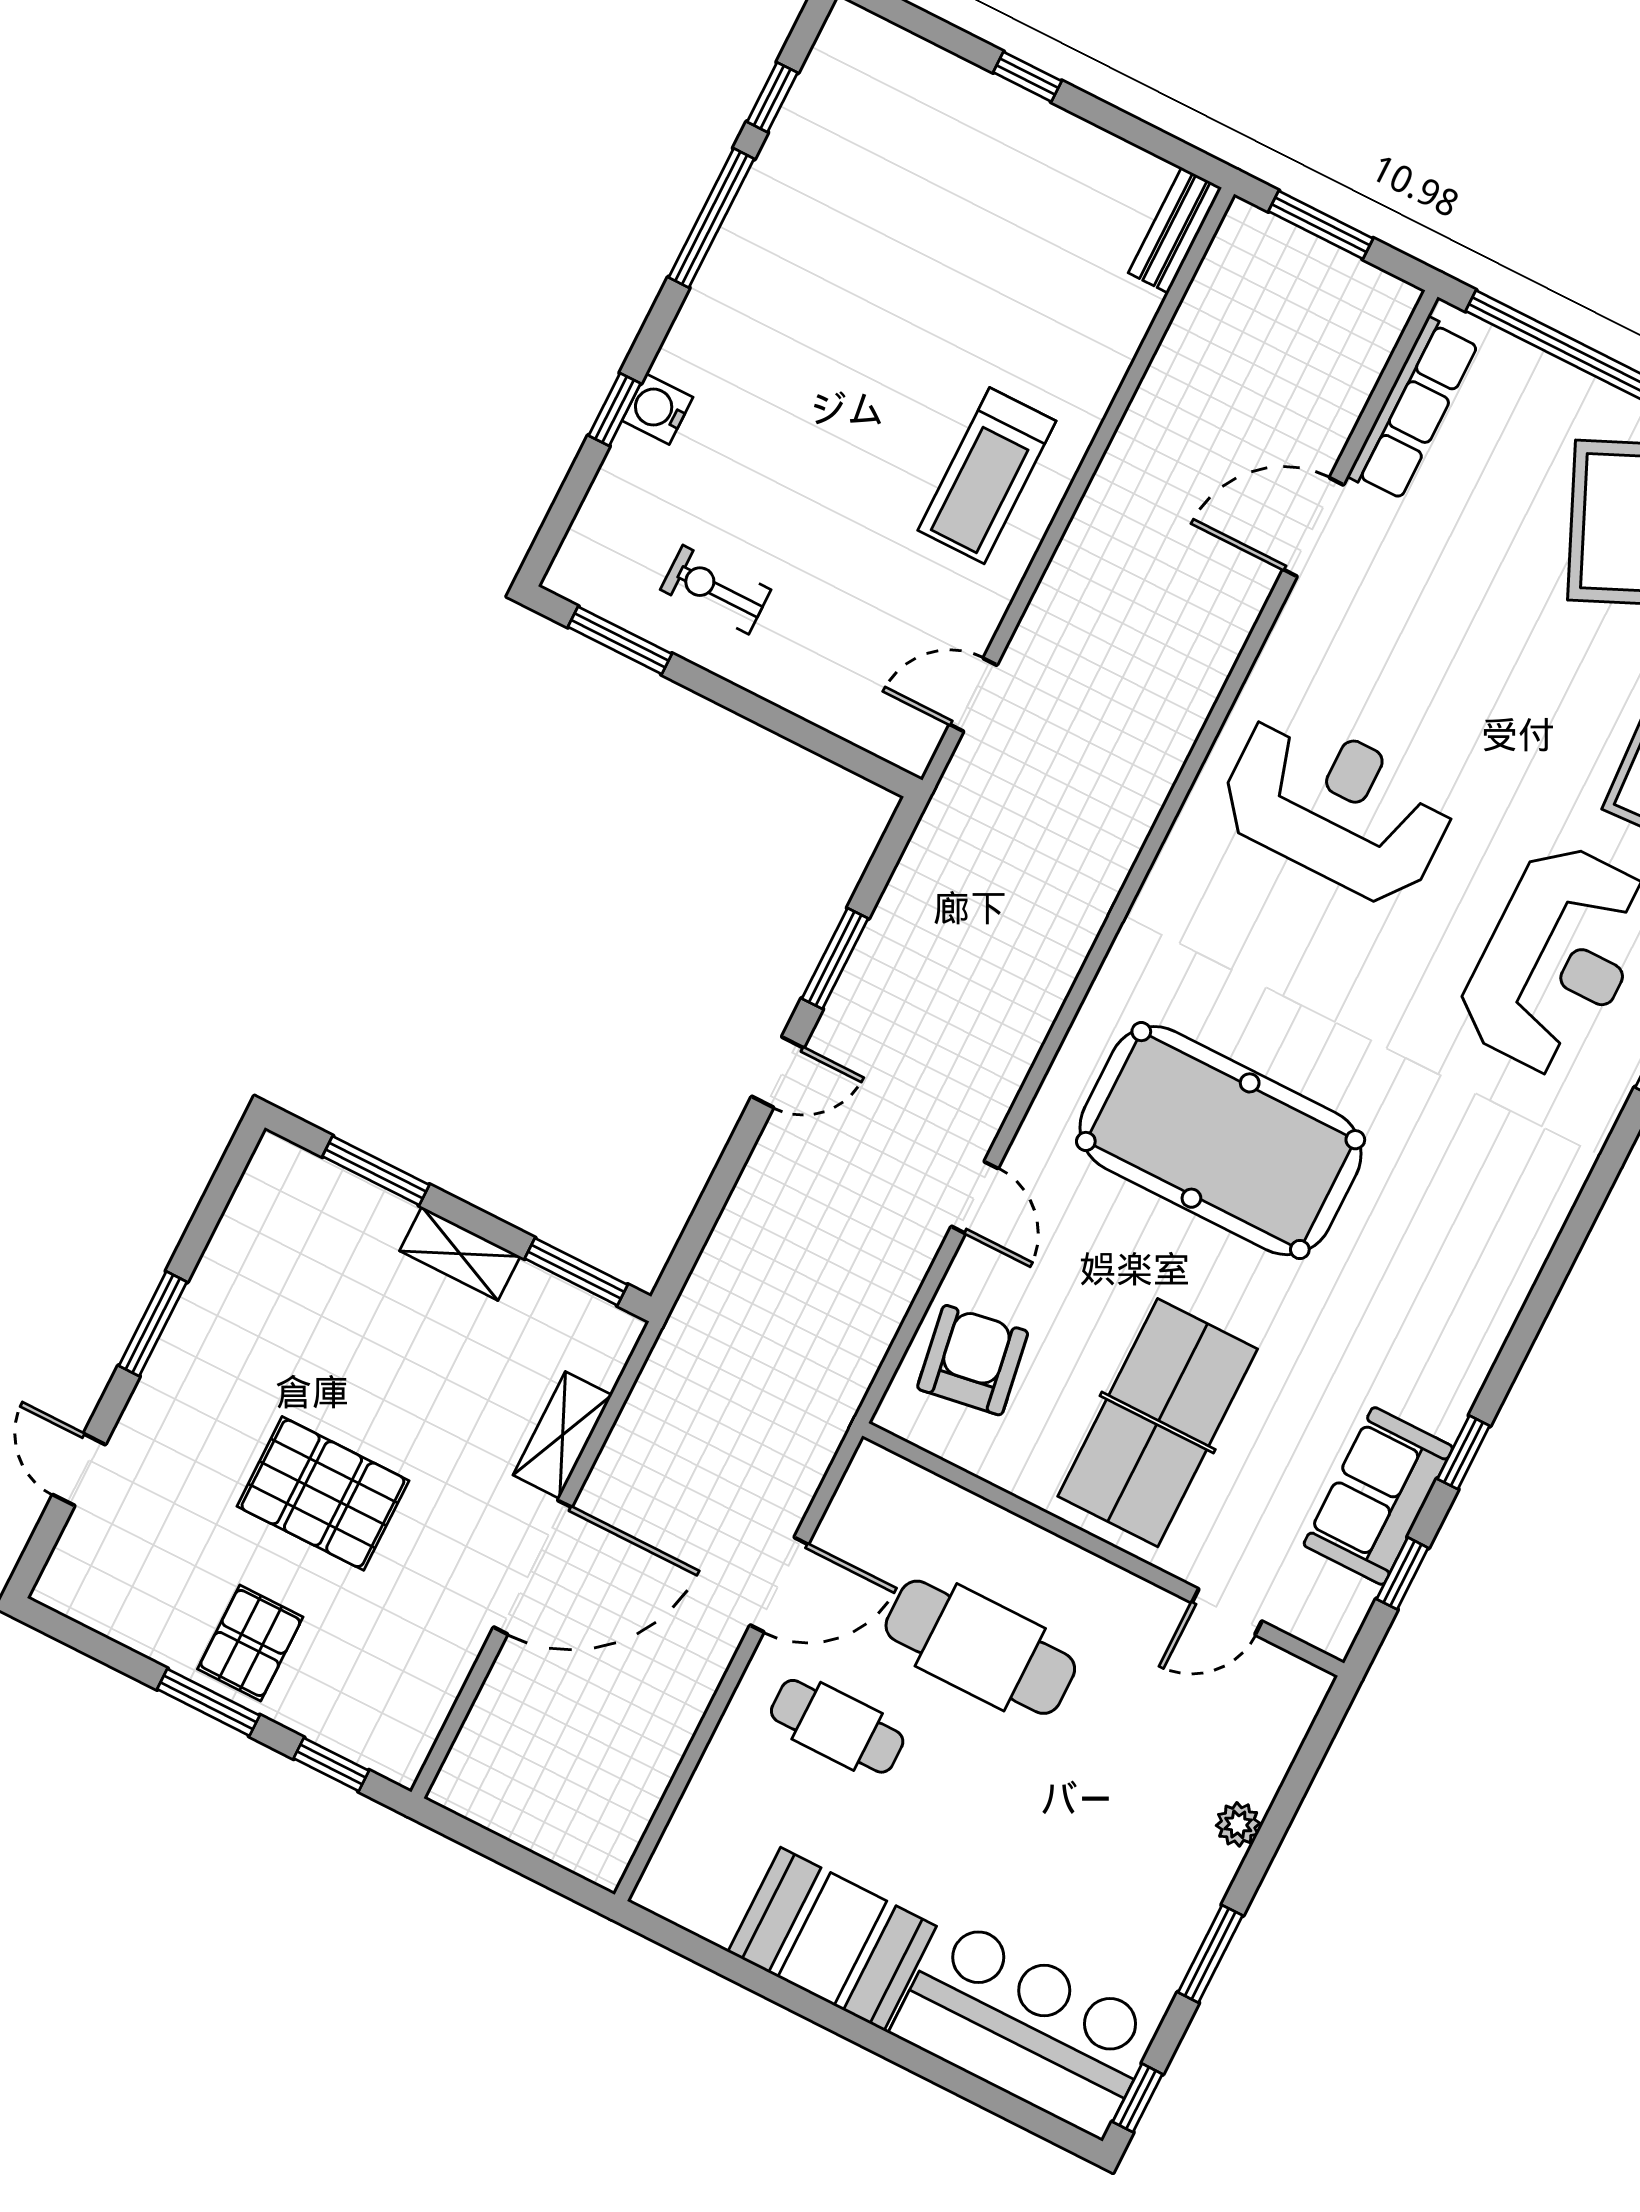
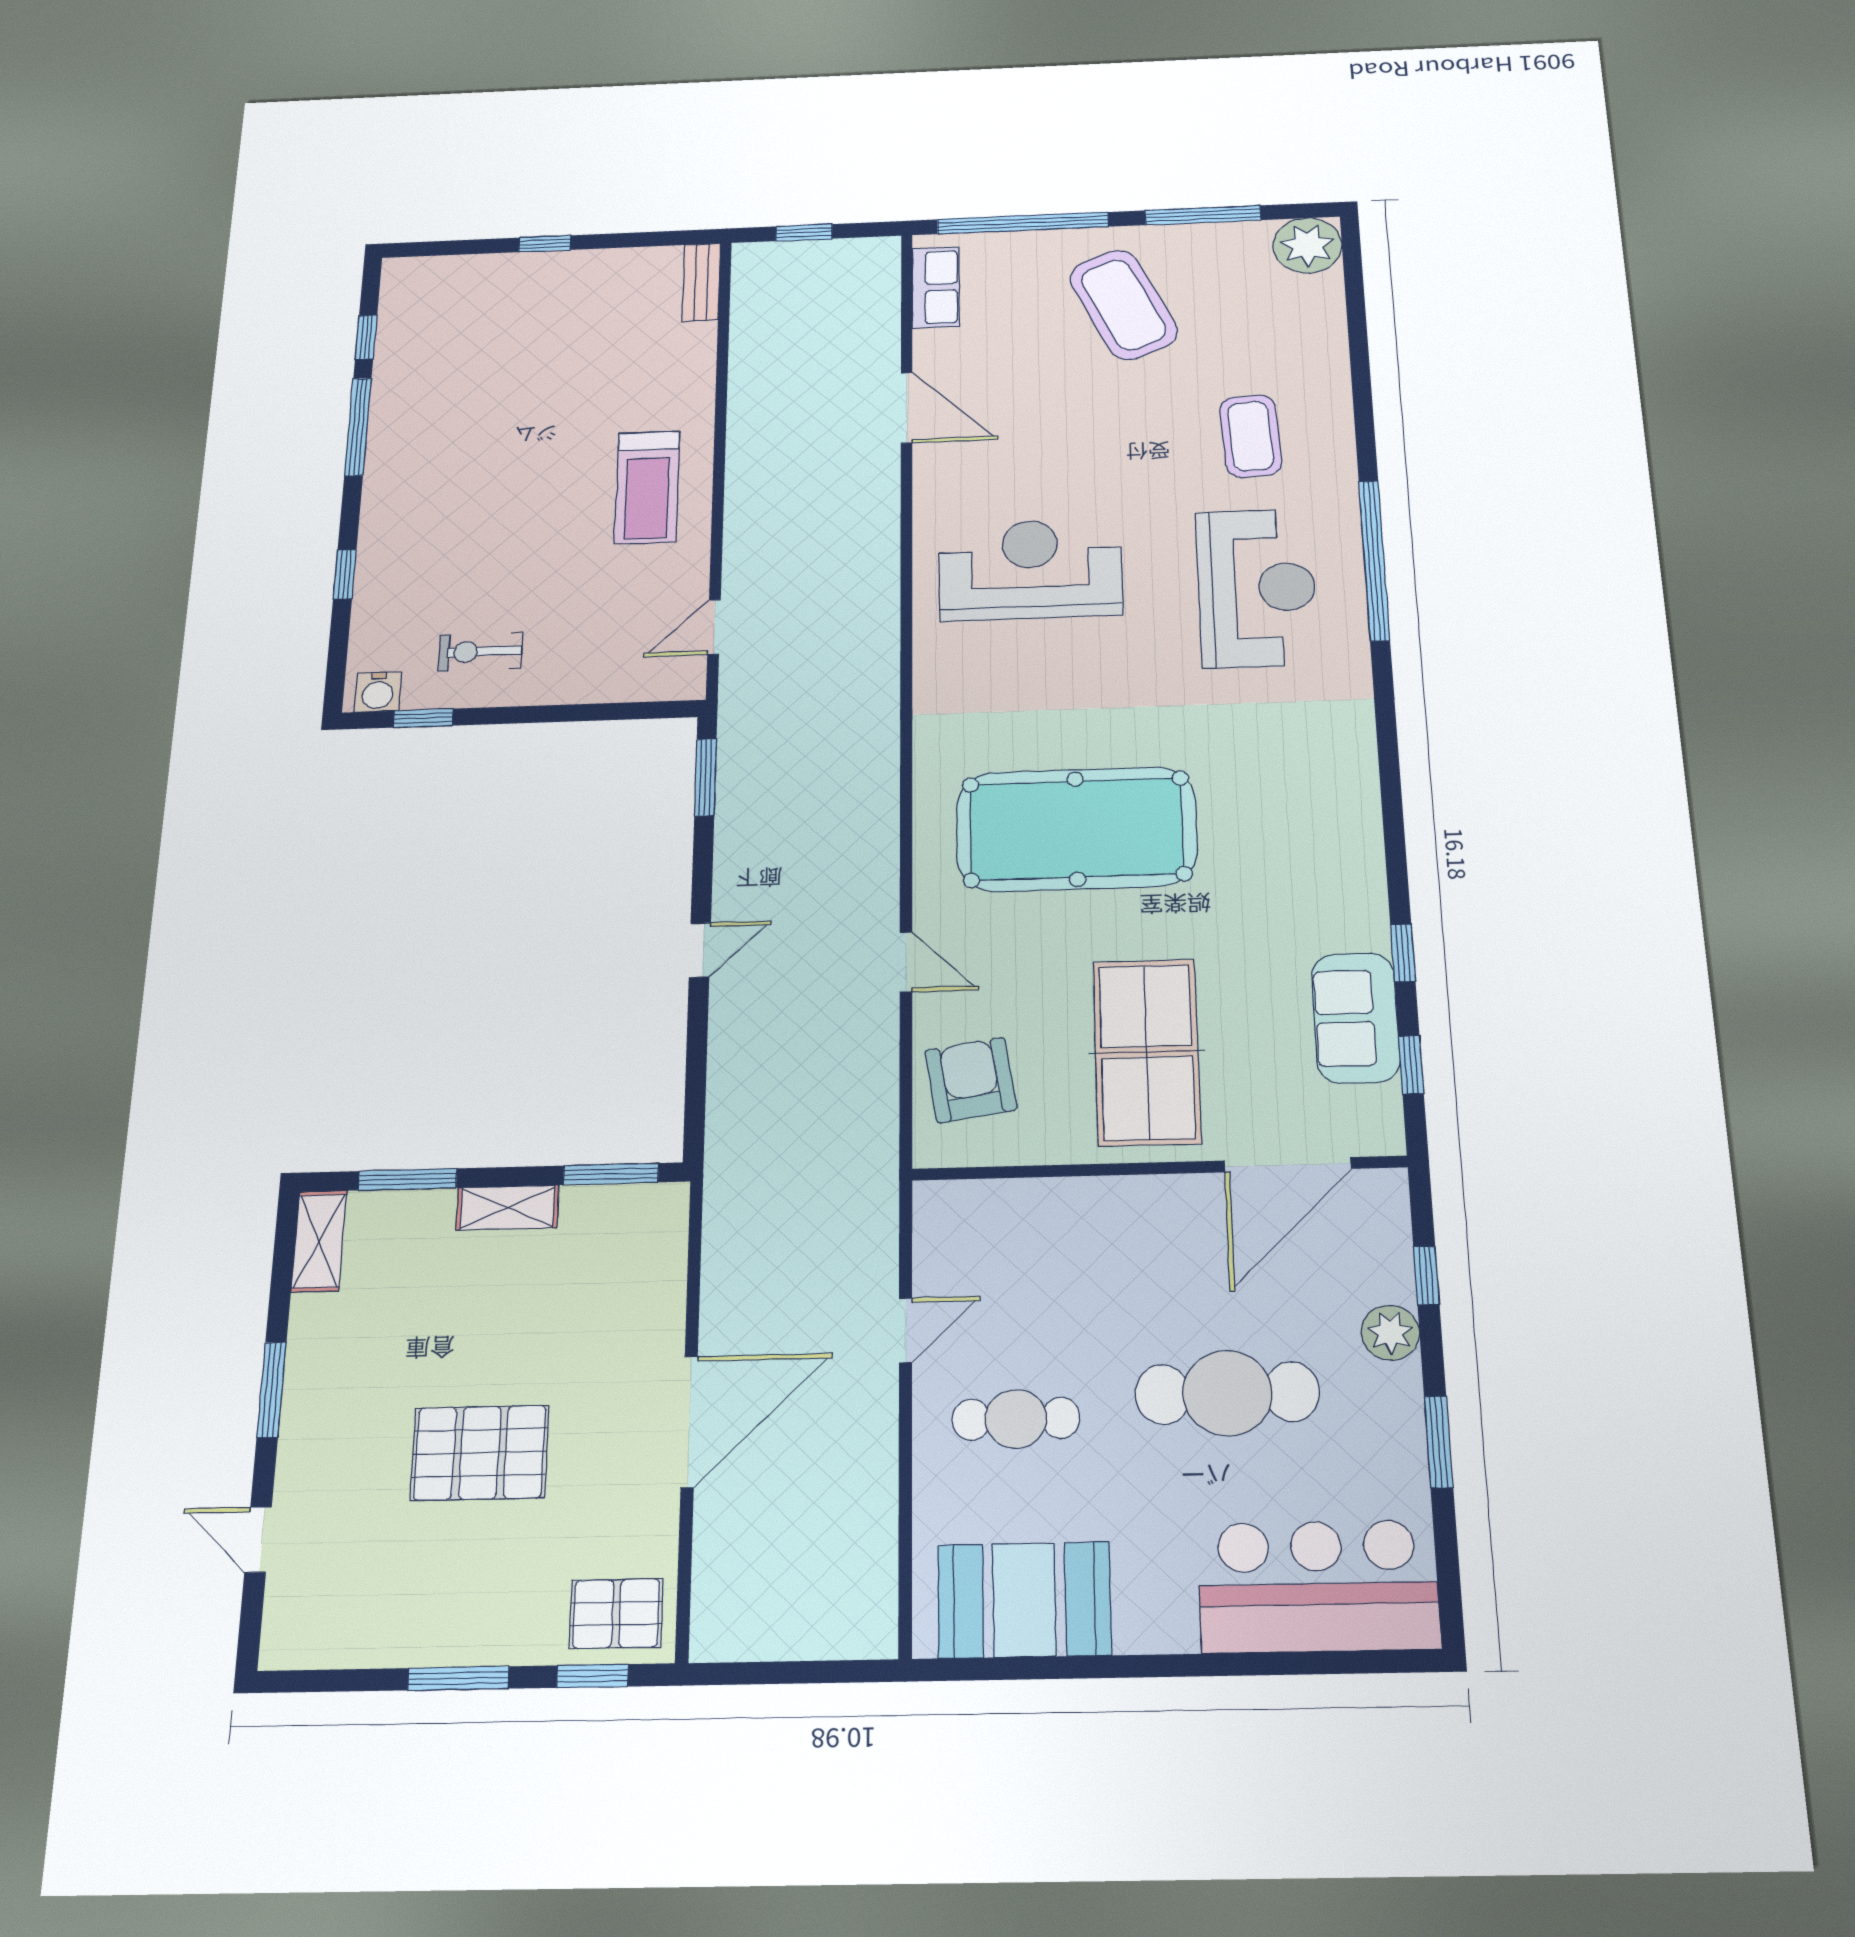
window: (1321, 225) -> (804, 233), width x0.67
water cooler: (657, 409) -> (378, 692), moved, turned -90
row of seats: (1413, 409) -> (936, 287), width x0.68
door: (1313, 527) -> (907, 408), swing flipped
window: (620, 640) -> (423, 718), width x0.67
window: (835, 959) -> (705, 777), moved
shelving: (562, 1435) -> (319, 1241), moved
door: (779, 1585) -> (906, 1330), width x0.73
door: (1227, 1612) -> (1288, 1165), width x1.88
pallet: (250, 1643) -> (616, 1614), moved, turned 90
cafe table: (980, 1647) -> (1227, 1393), moved
plant: (1238, 1824) -> (1390, 1333), width x1.38, depth x1.38
booth: (832, 1939) -> (1024, 1600), moved
window: (1137, 2098) -> (1426, 1276), moved

